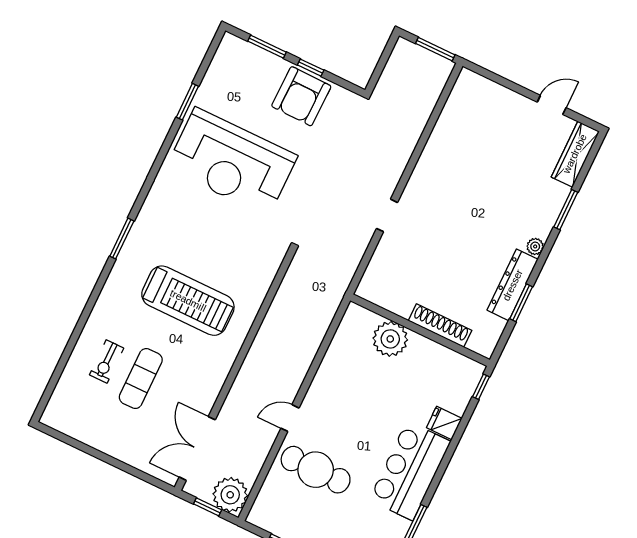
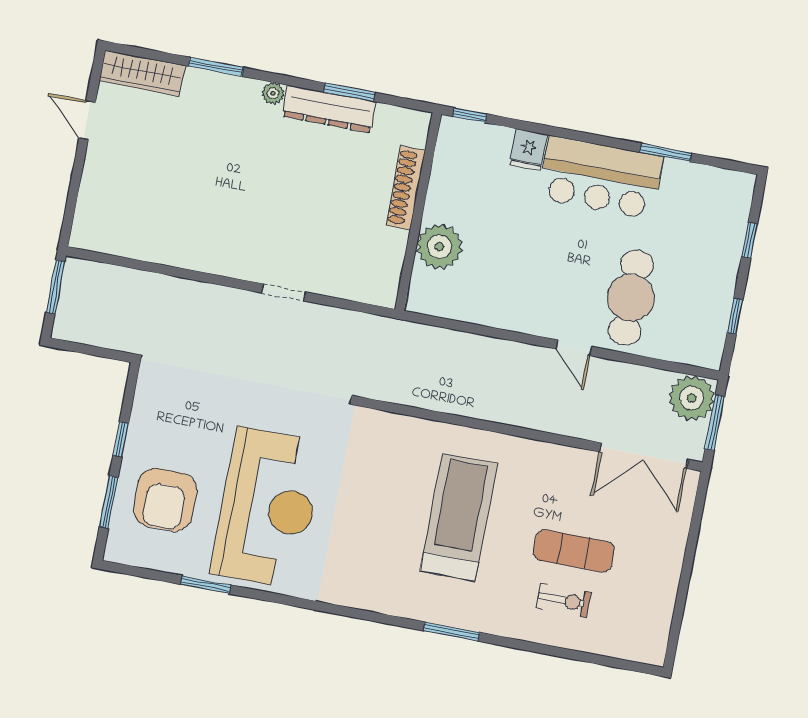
armchair: (301, 96) -> (165, 500), moved, turned 89
window: (122, 239) -> (451, 632), moved
window: (208, 507) -> (715, 423), width x1.50

